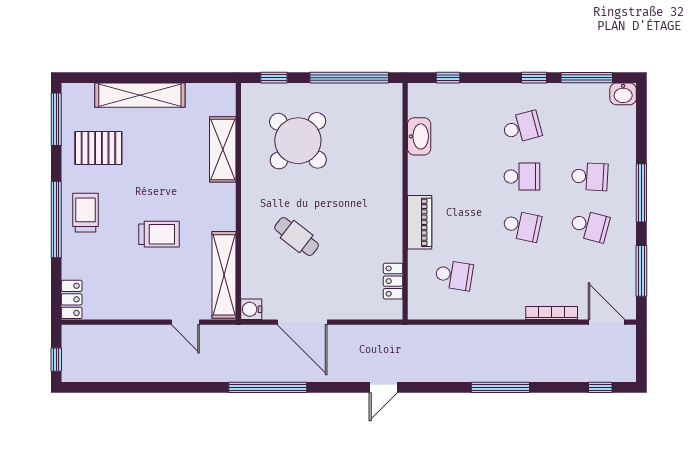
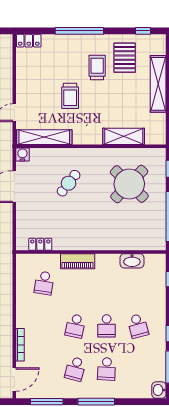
window: (56, 119) -> (143, 31), width x0.46
trolley: (85, 213) -> (97, 67), moved, turned -90

